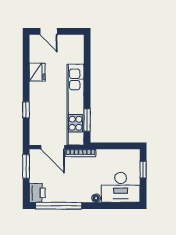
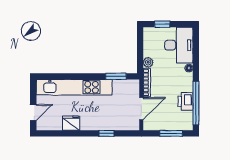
kitchen unit: (76, 105) -> (74, 87), moved
plant: (102, 154) -> (148, 62), added
window: (26, 166) -> (171, 133), moved
printer: (37, 193) -> (186, 101), moved, turned -90

